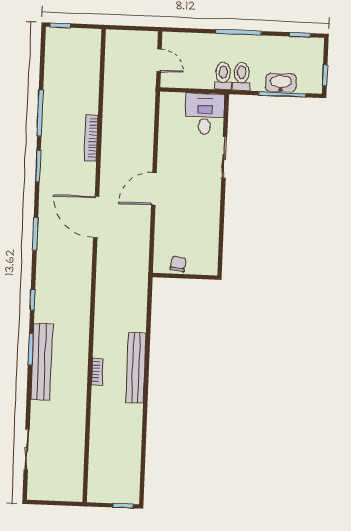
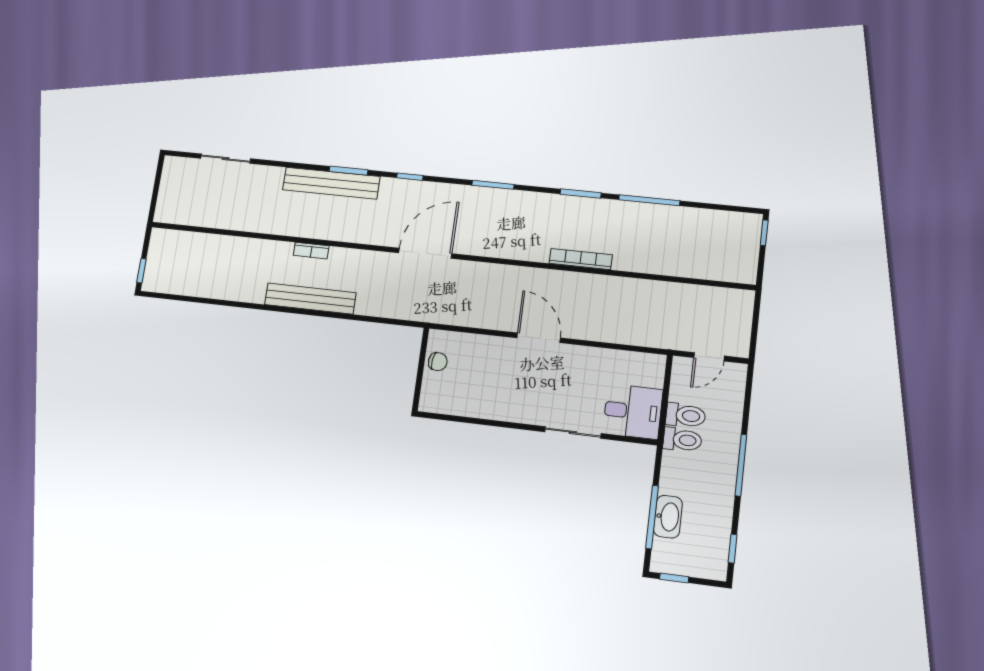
toilet: (242, 76) -> (686, 415), moved
bookcase: (91, 138) -> (581, 259), moved
door: (96, 217) -> (425, 253), moved

